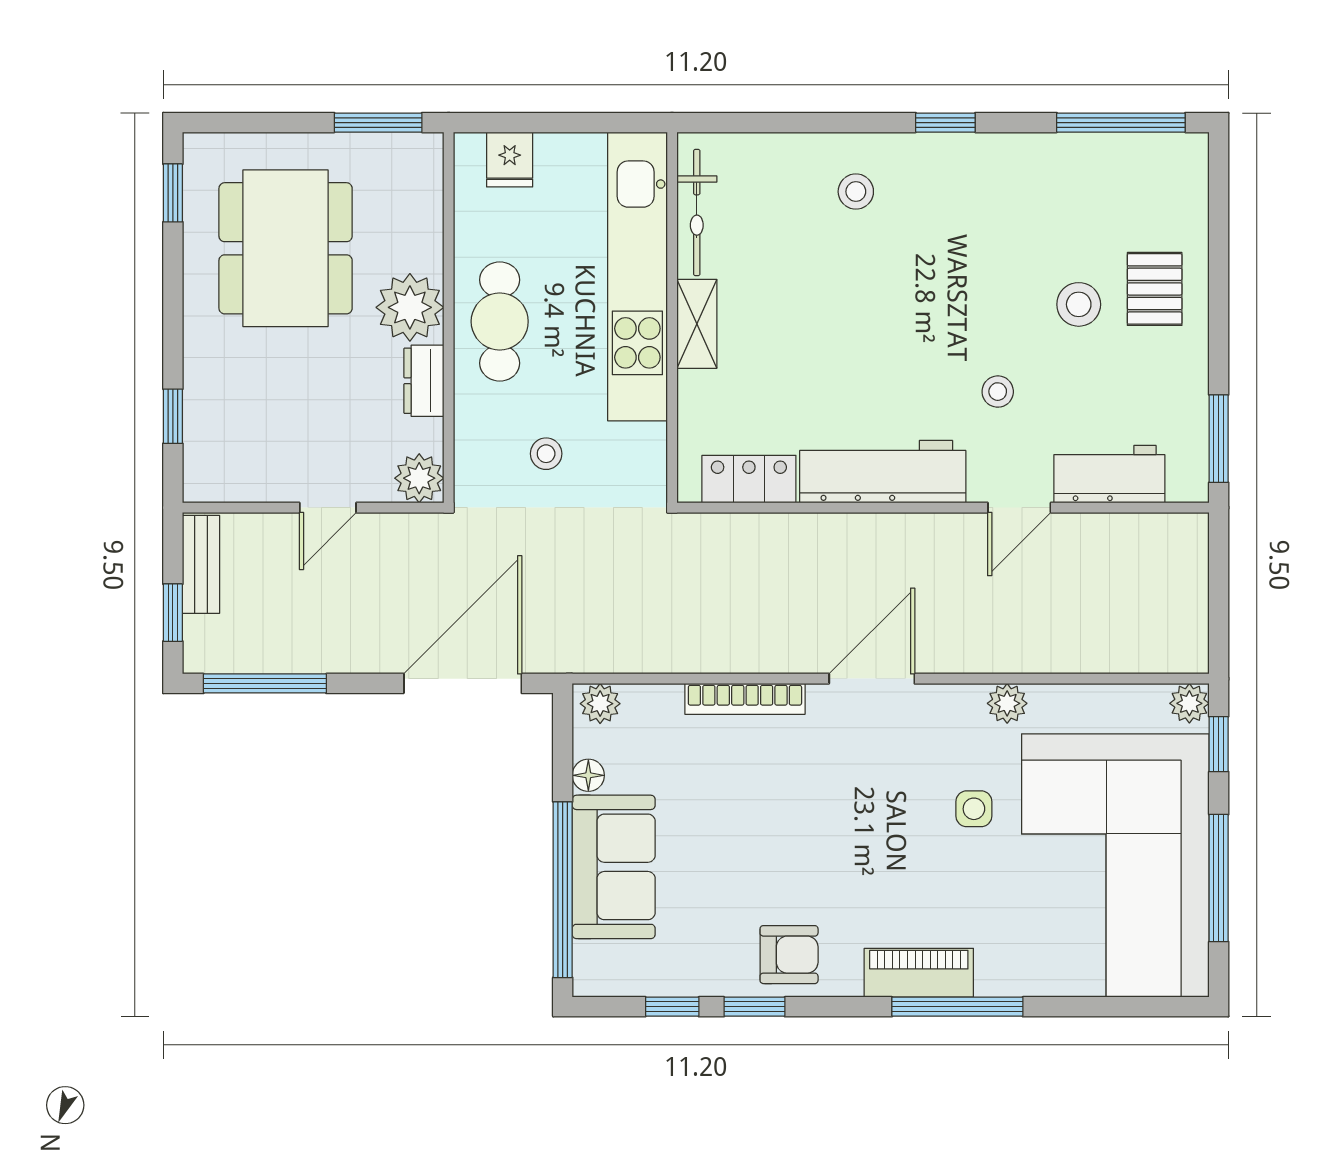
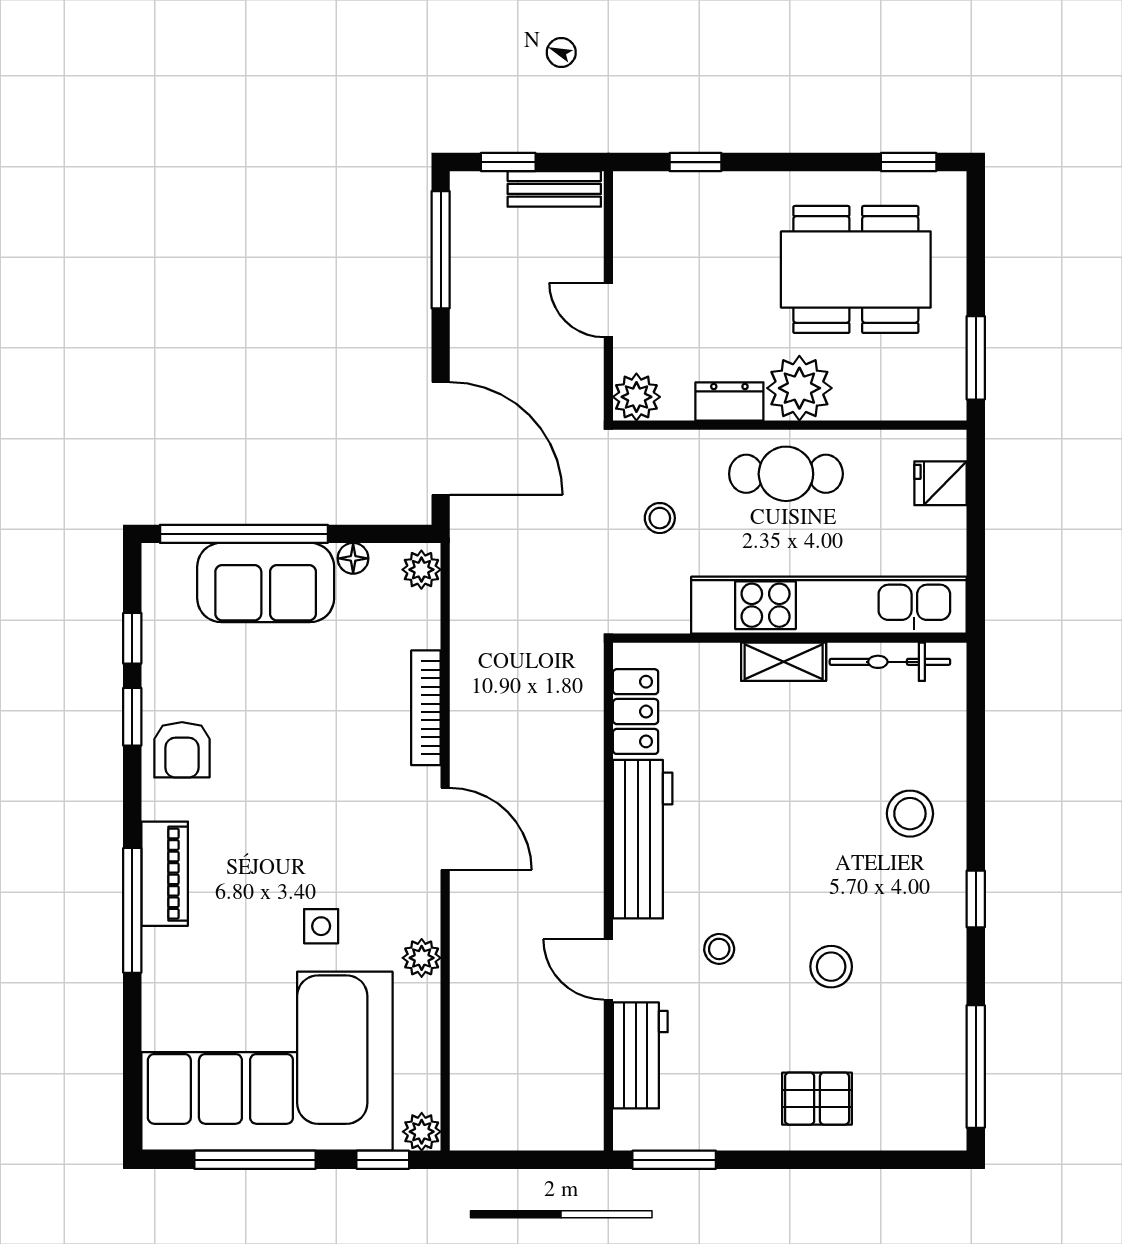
stool: (856, 192) -> (910, 814), width x1.37, depth x1.37
stool: (1079, 304) -> (831, 967), moved

